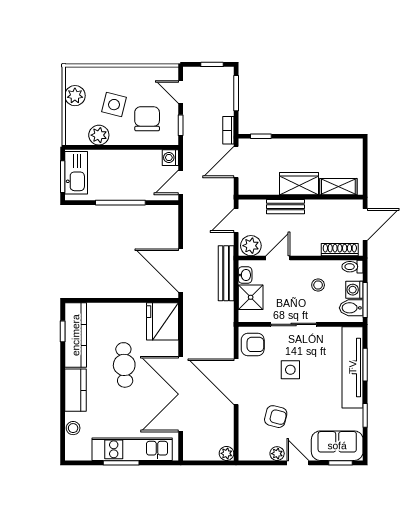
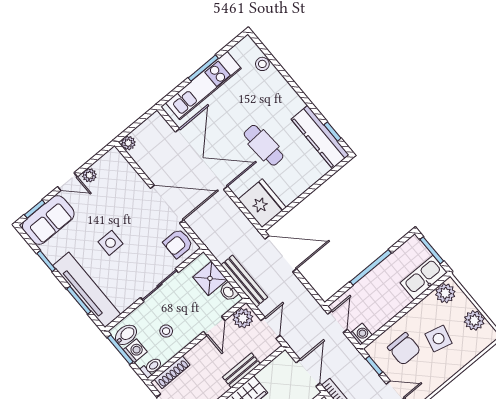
plant: (99, 135) -> (445, 293), moved
kitchen sink: (76, 173) -> (424, 278), moved, turned 90
side table: (290, 370) -> (111, 243), moved
kitchen counter: (75, 390) -> (285, 95), removed
armchair: (276, 417) -> (114, 203), removed

